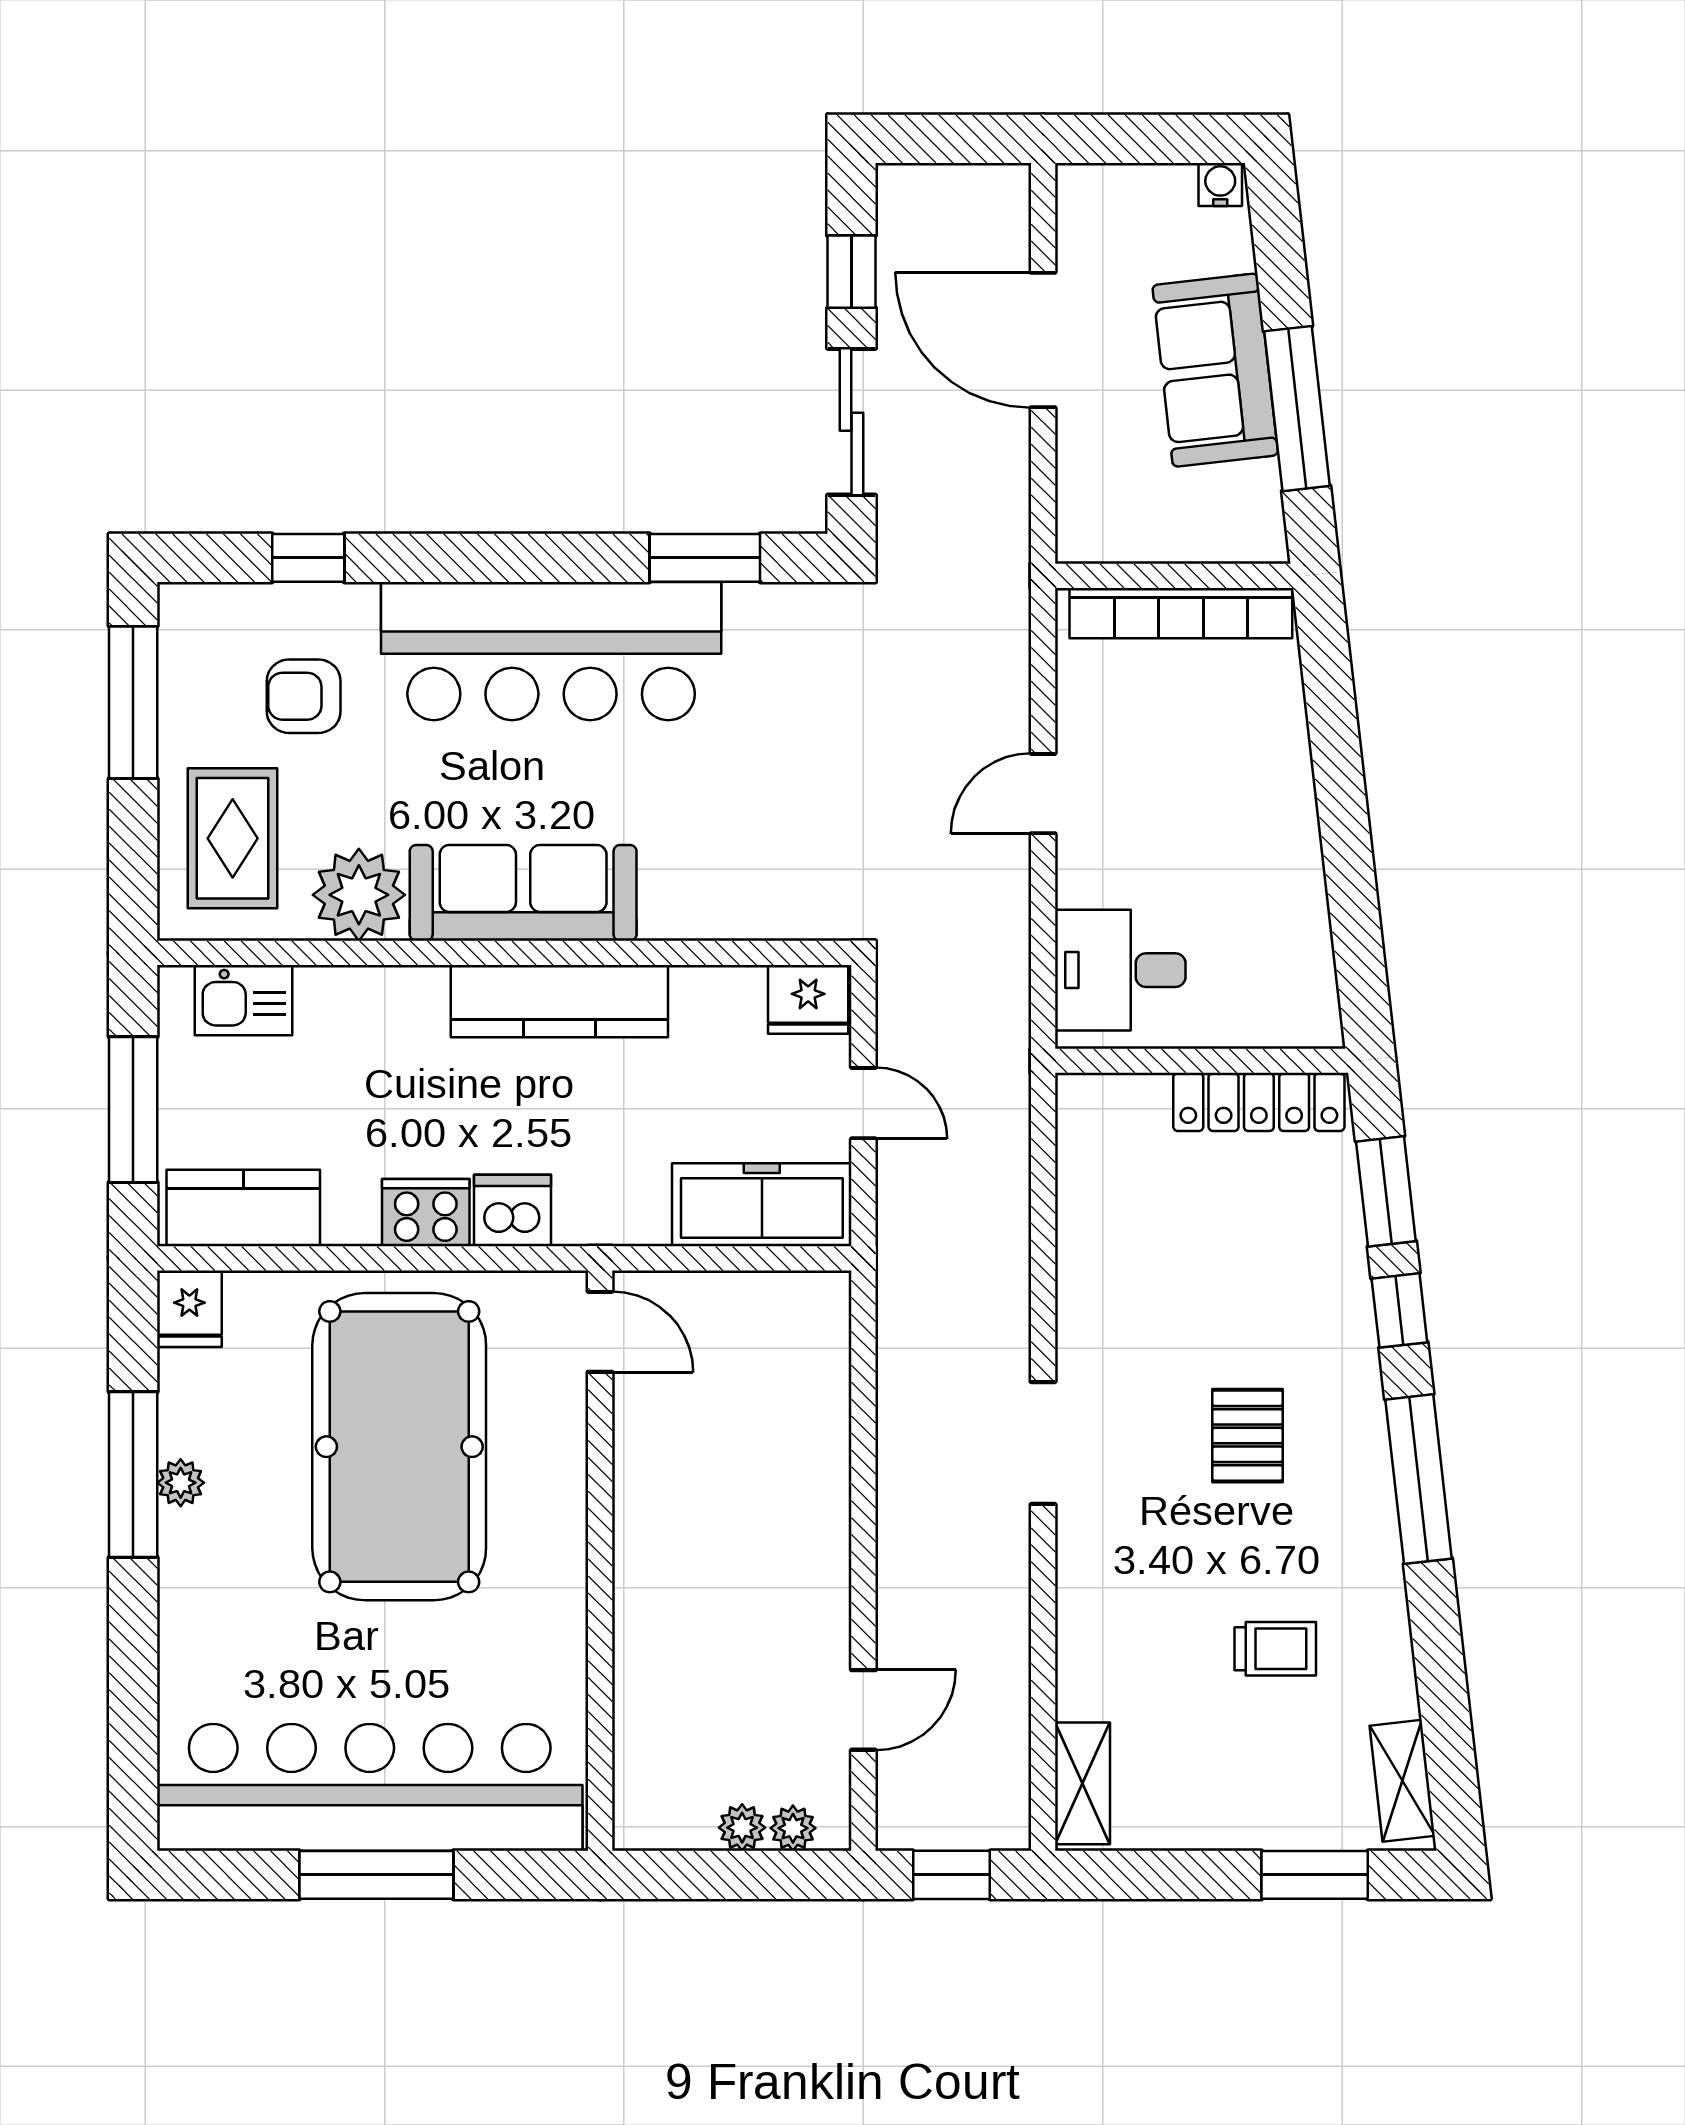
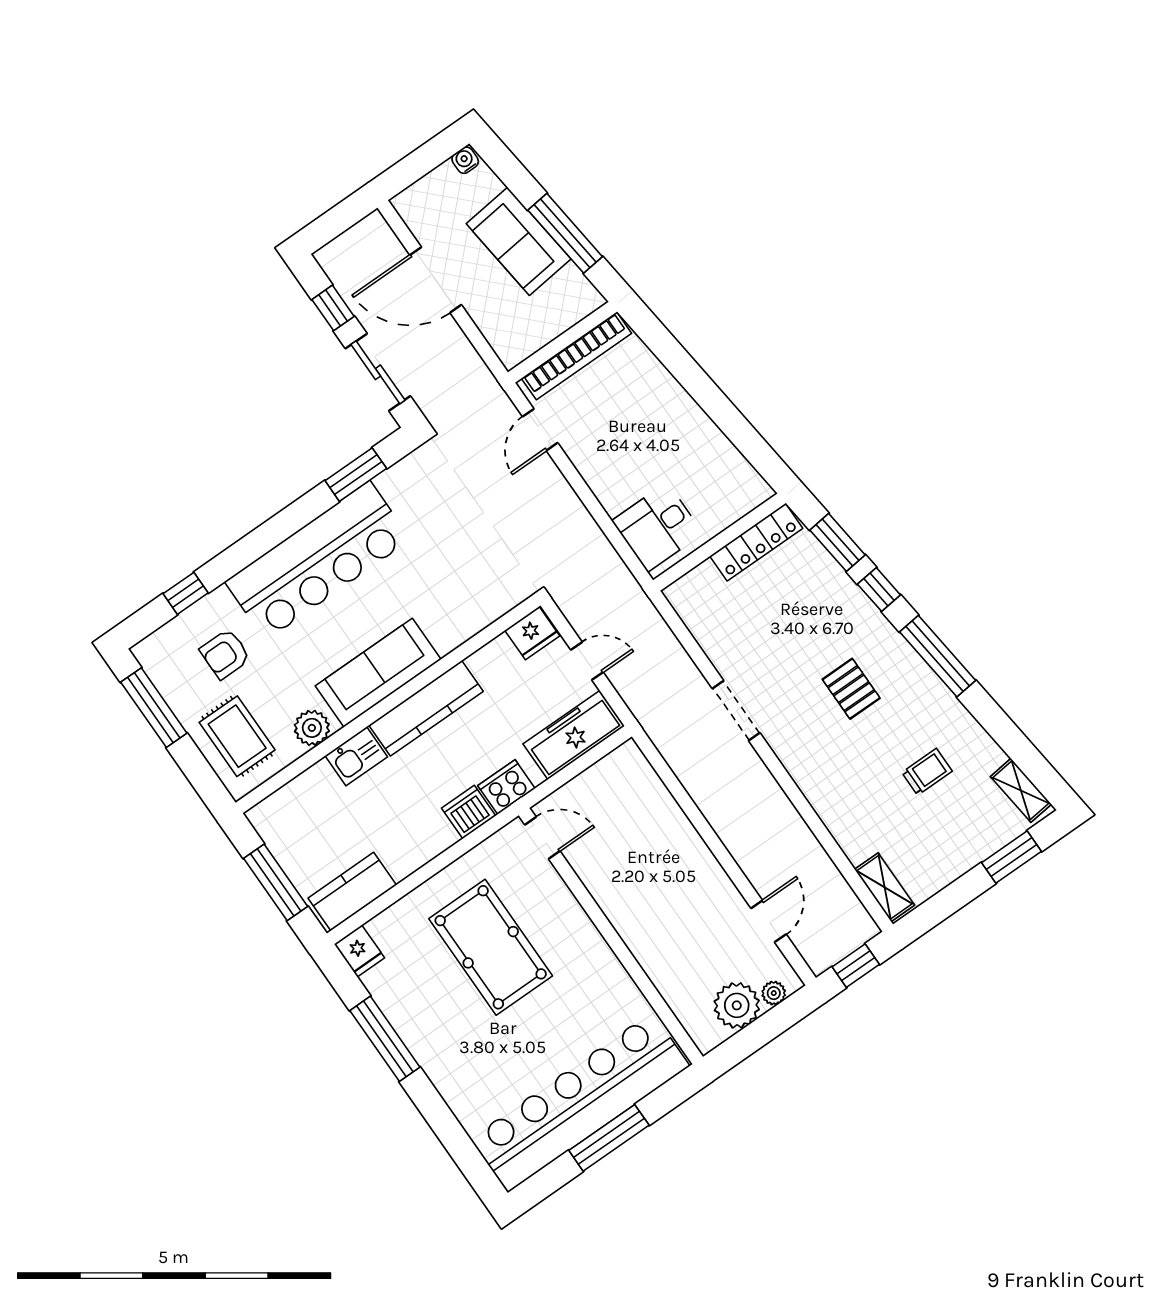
door: (1043, 794) -> (540, 430), moved
plant: (359, 895) -> (312, 728), width x0.73, depth x0.73
kitchen sink: (244, 1000) -> (356, 756), moved
cooker: (426, 1213) -> (506, 787), moved
doorway: (1043, 1443) -> (736, 711), moved
pool table: (399, 1447) -> (491, 947), width x0.73, depth x0.76
plant: (181, 1483) -> (408, 1028), removed
plant: (742, 1828) -> (737, 1005), width x1.88, depth x1.88

